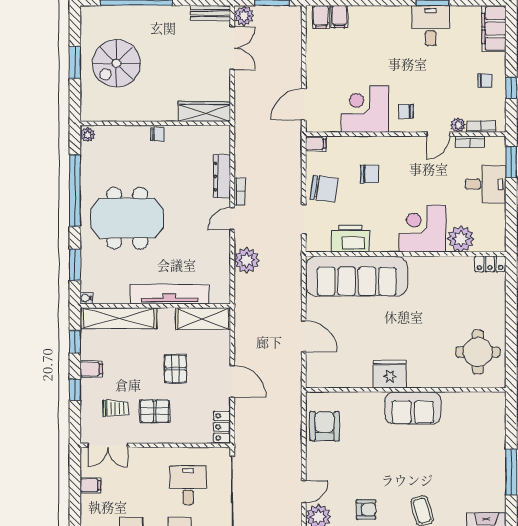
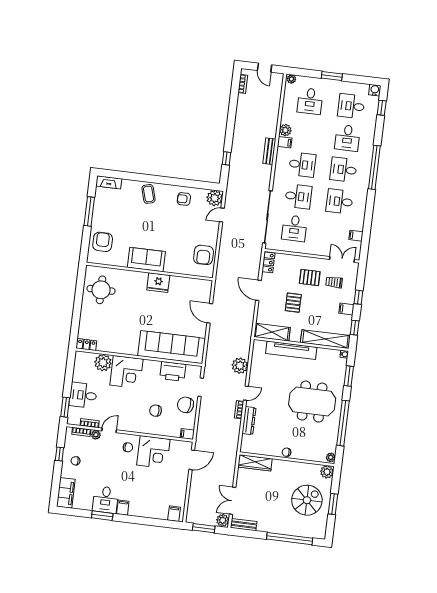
filing cabinet: (339, 17) -> (123, 508), moved
plant: (91, 111) -> (327, 472), added
armchair: (485, 427) -> (103, 242), added

